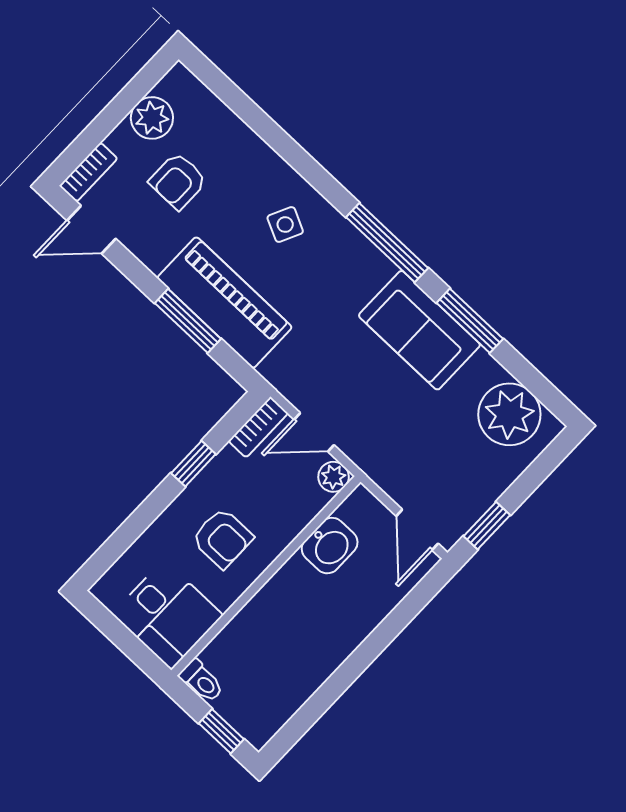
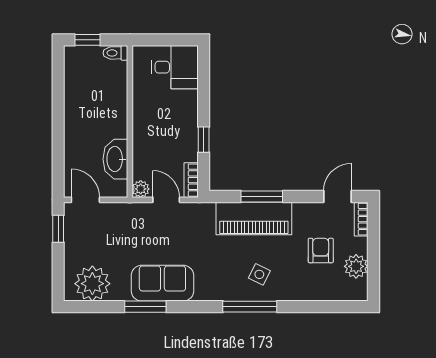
window: (387, 243) -> (250, 307), moved
door: (314, 432) -> (166, 200), hinge flipped
armchair: (222, 538) -> (163, 120), removed
washbasin: (330, 546) -> (115, 159), width x1.38
desk: (168, 615) -> (175, 67), moved, turned 180

